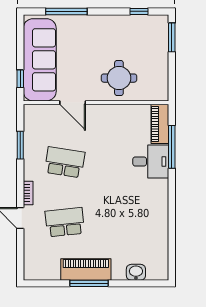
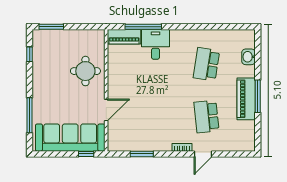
school desk: (65, 162) -> (206, 64), moved

